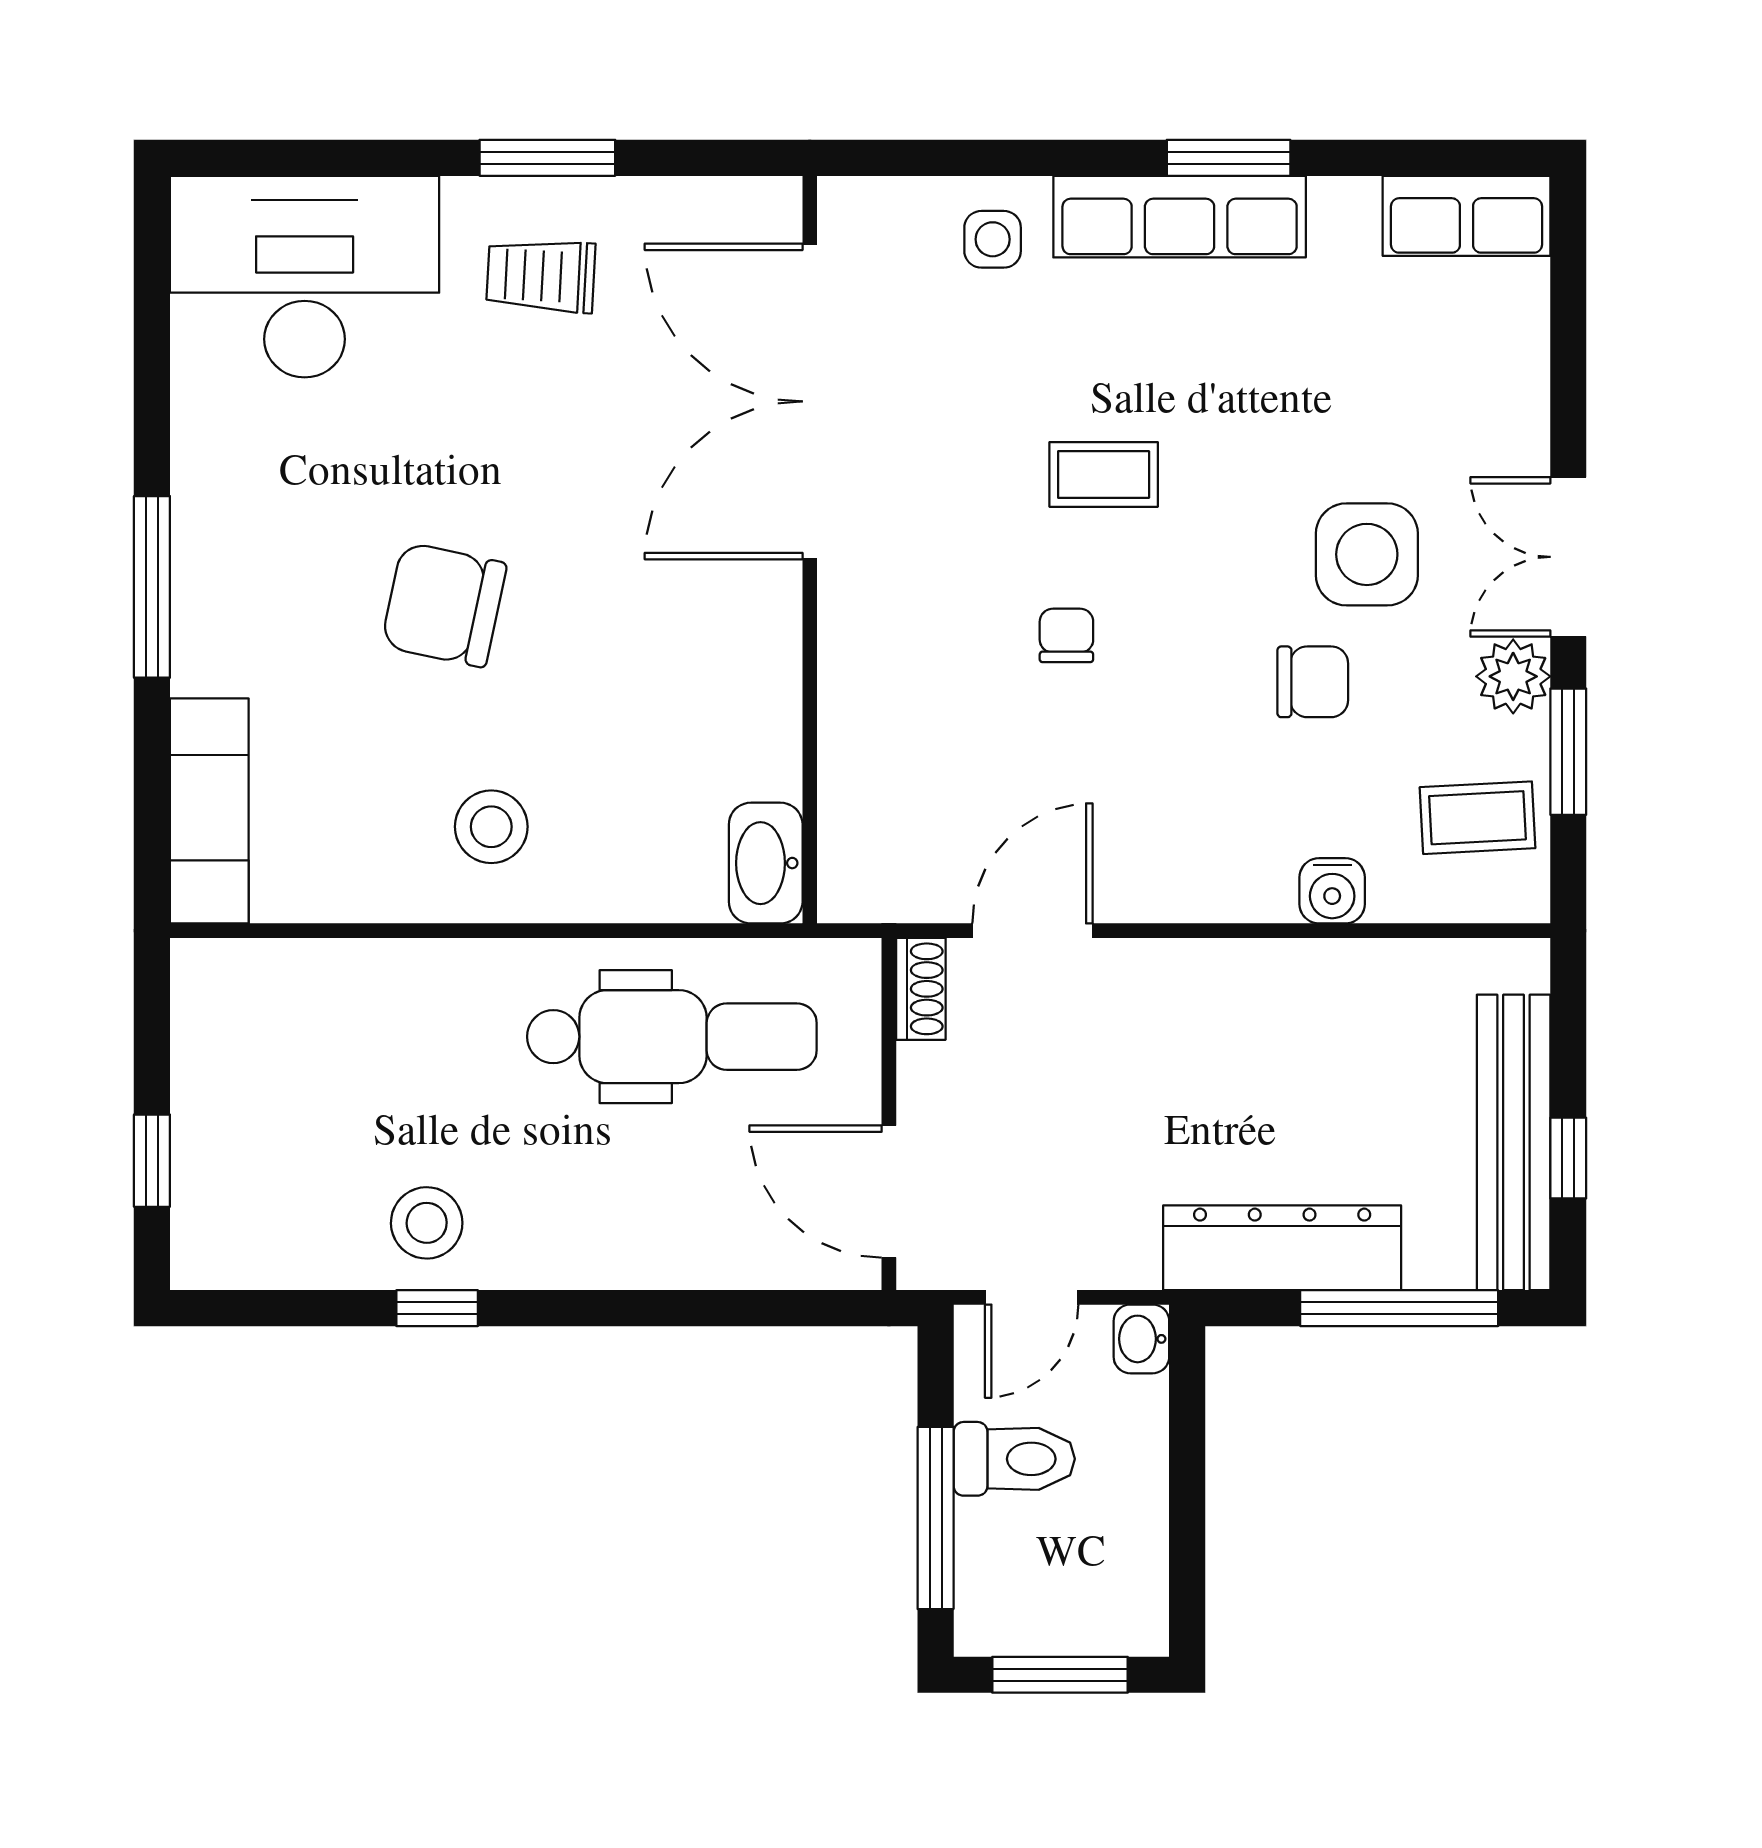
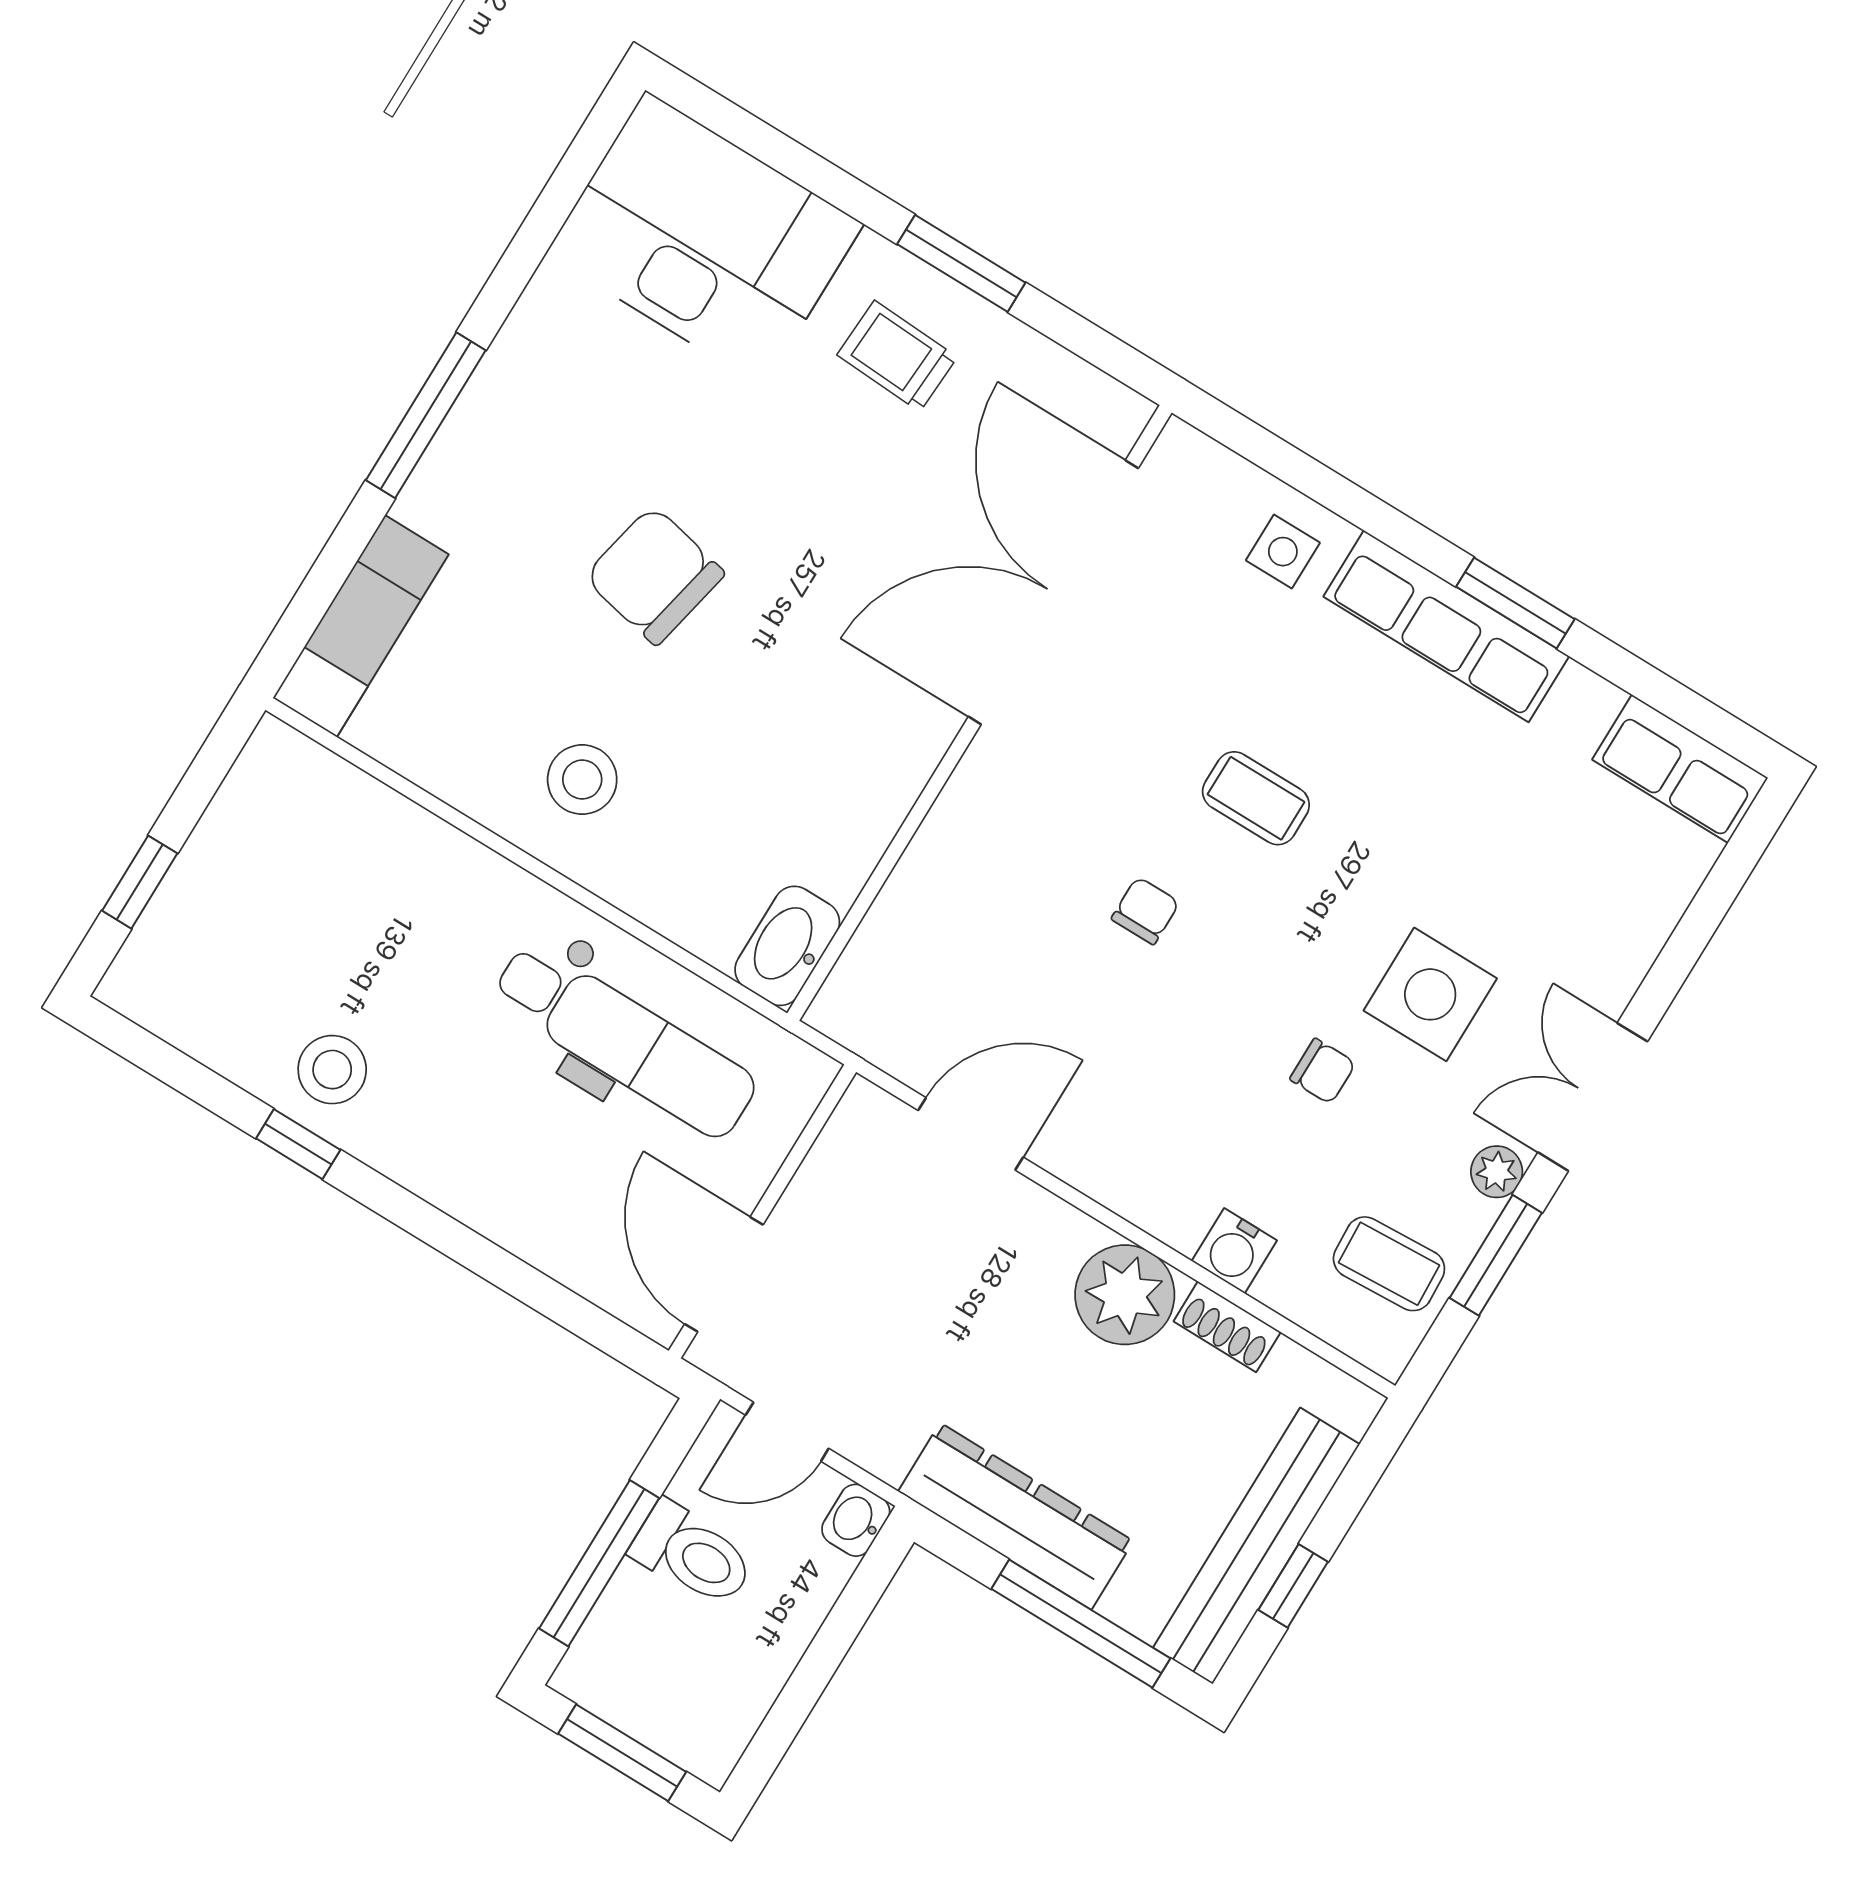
plant: (1513, 676) -> (1497, 1172), width x0.73, depth x0.73
chair: (1313, 682) -> (1323, 1071), width x0.73, depth x0.73
shoe rack: (921, 989) -> (1227, 1327), moved, turned 90
plant: (1258, 990) -> (1125, 1295), added

